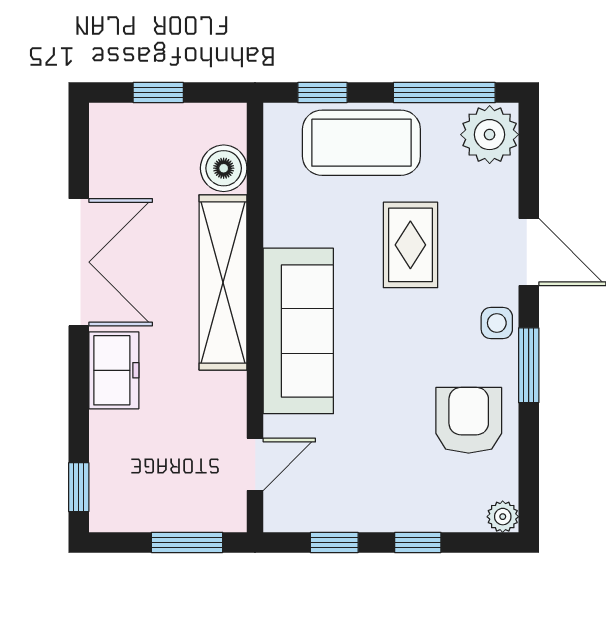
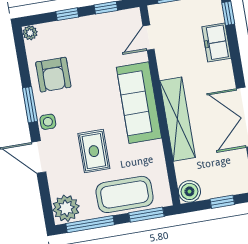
window: (322, 93) -> (146, 215), width x1.50
boiler: (224, 168) -> (189, 191), moved
freezer: (114, 370) -> (216, 42), moved

